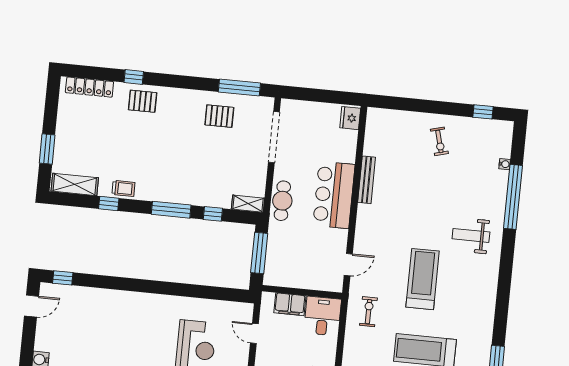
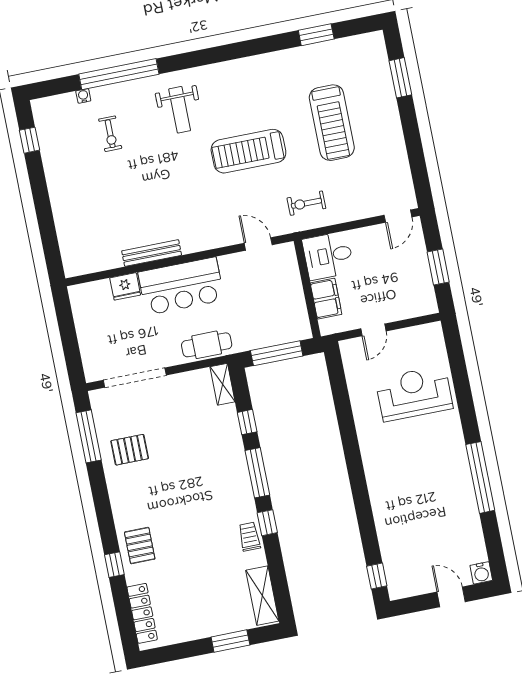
pallet: (219, 116) -> (130, 450), turned 90
fridge: (350, 118) -> (125, 286), moved
exercise bike: (439, 141) -> (110, 134), moved, turned 105
window: (109, 203) -> (267, 523), moved
door: (31, 306) -> (451, 597), moved

